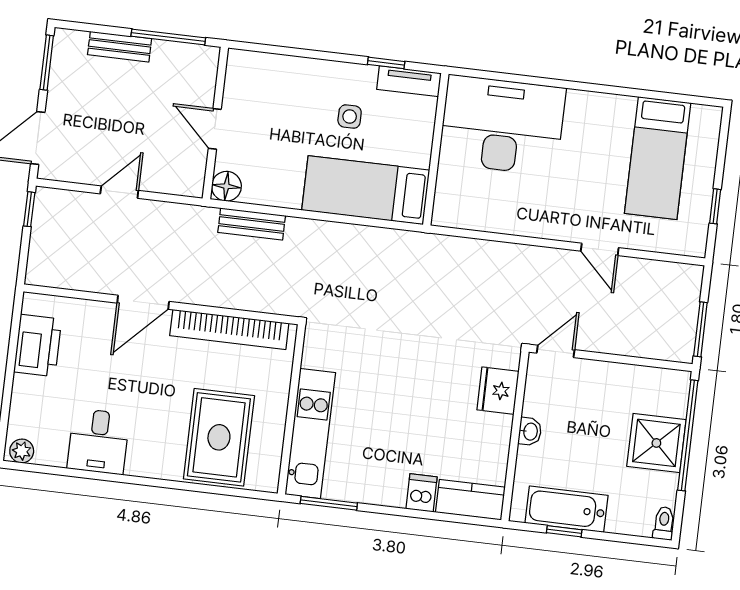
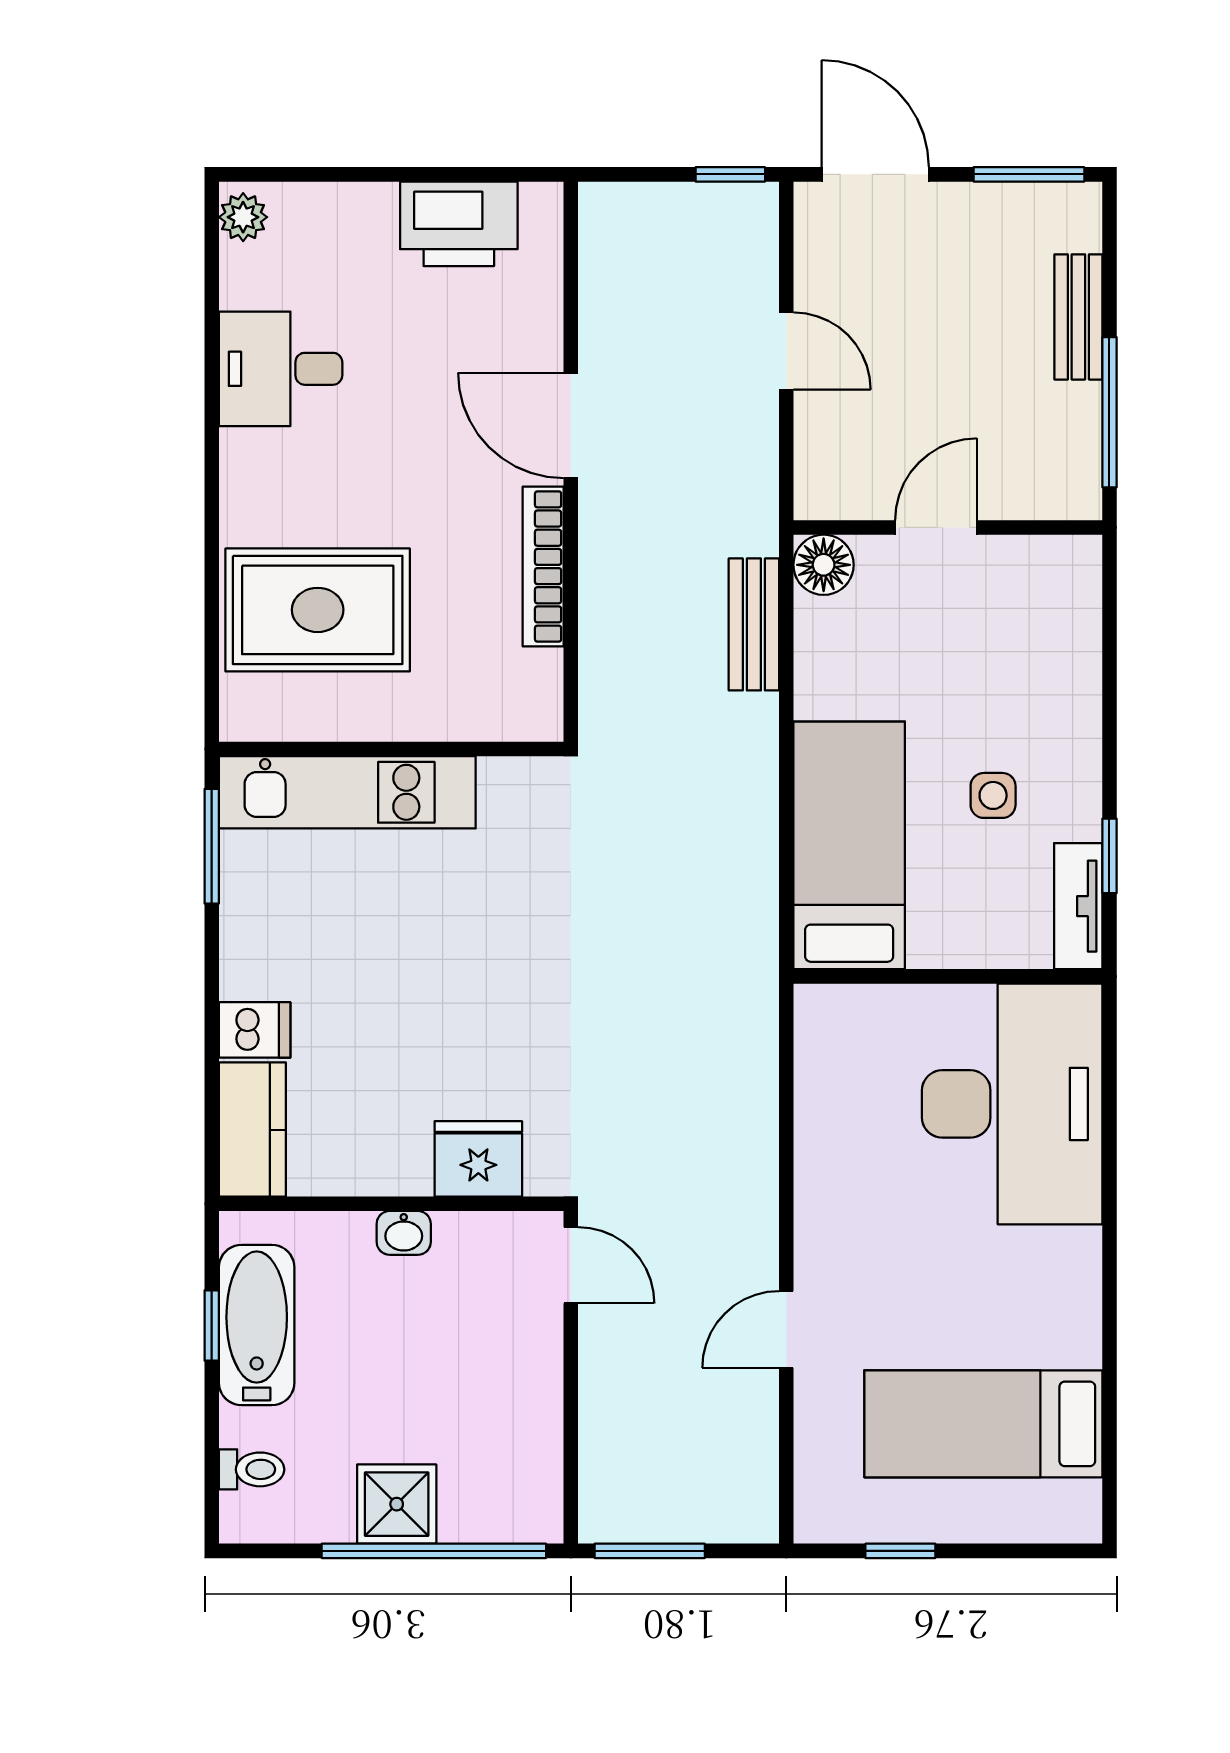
bookcase: (229, 329) -> (543, 566), width x0.68, depth x0.76
shower: (656, 443) -> (397, 1504), width x0.73, depth x0.73
toilet: (664, 523) -> (252, 1469), moved

